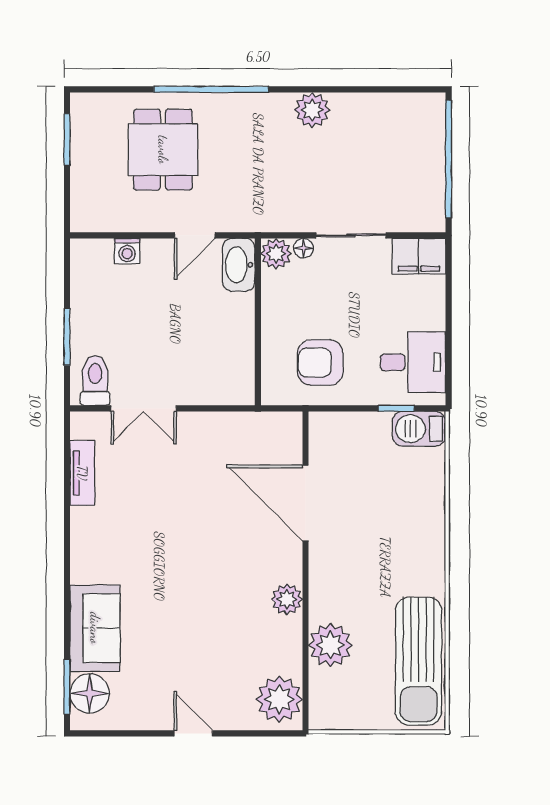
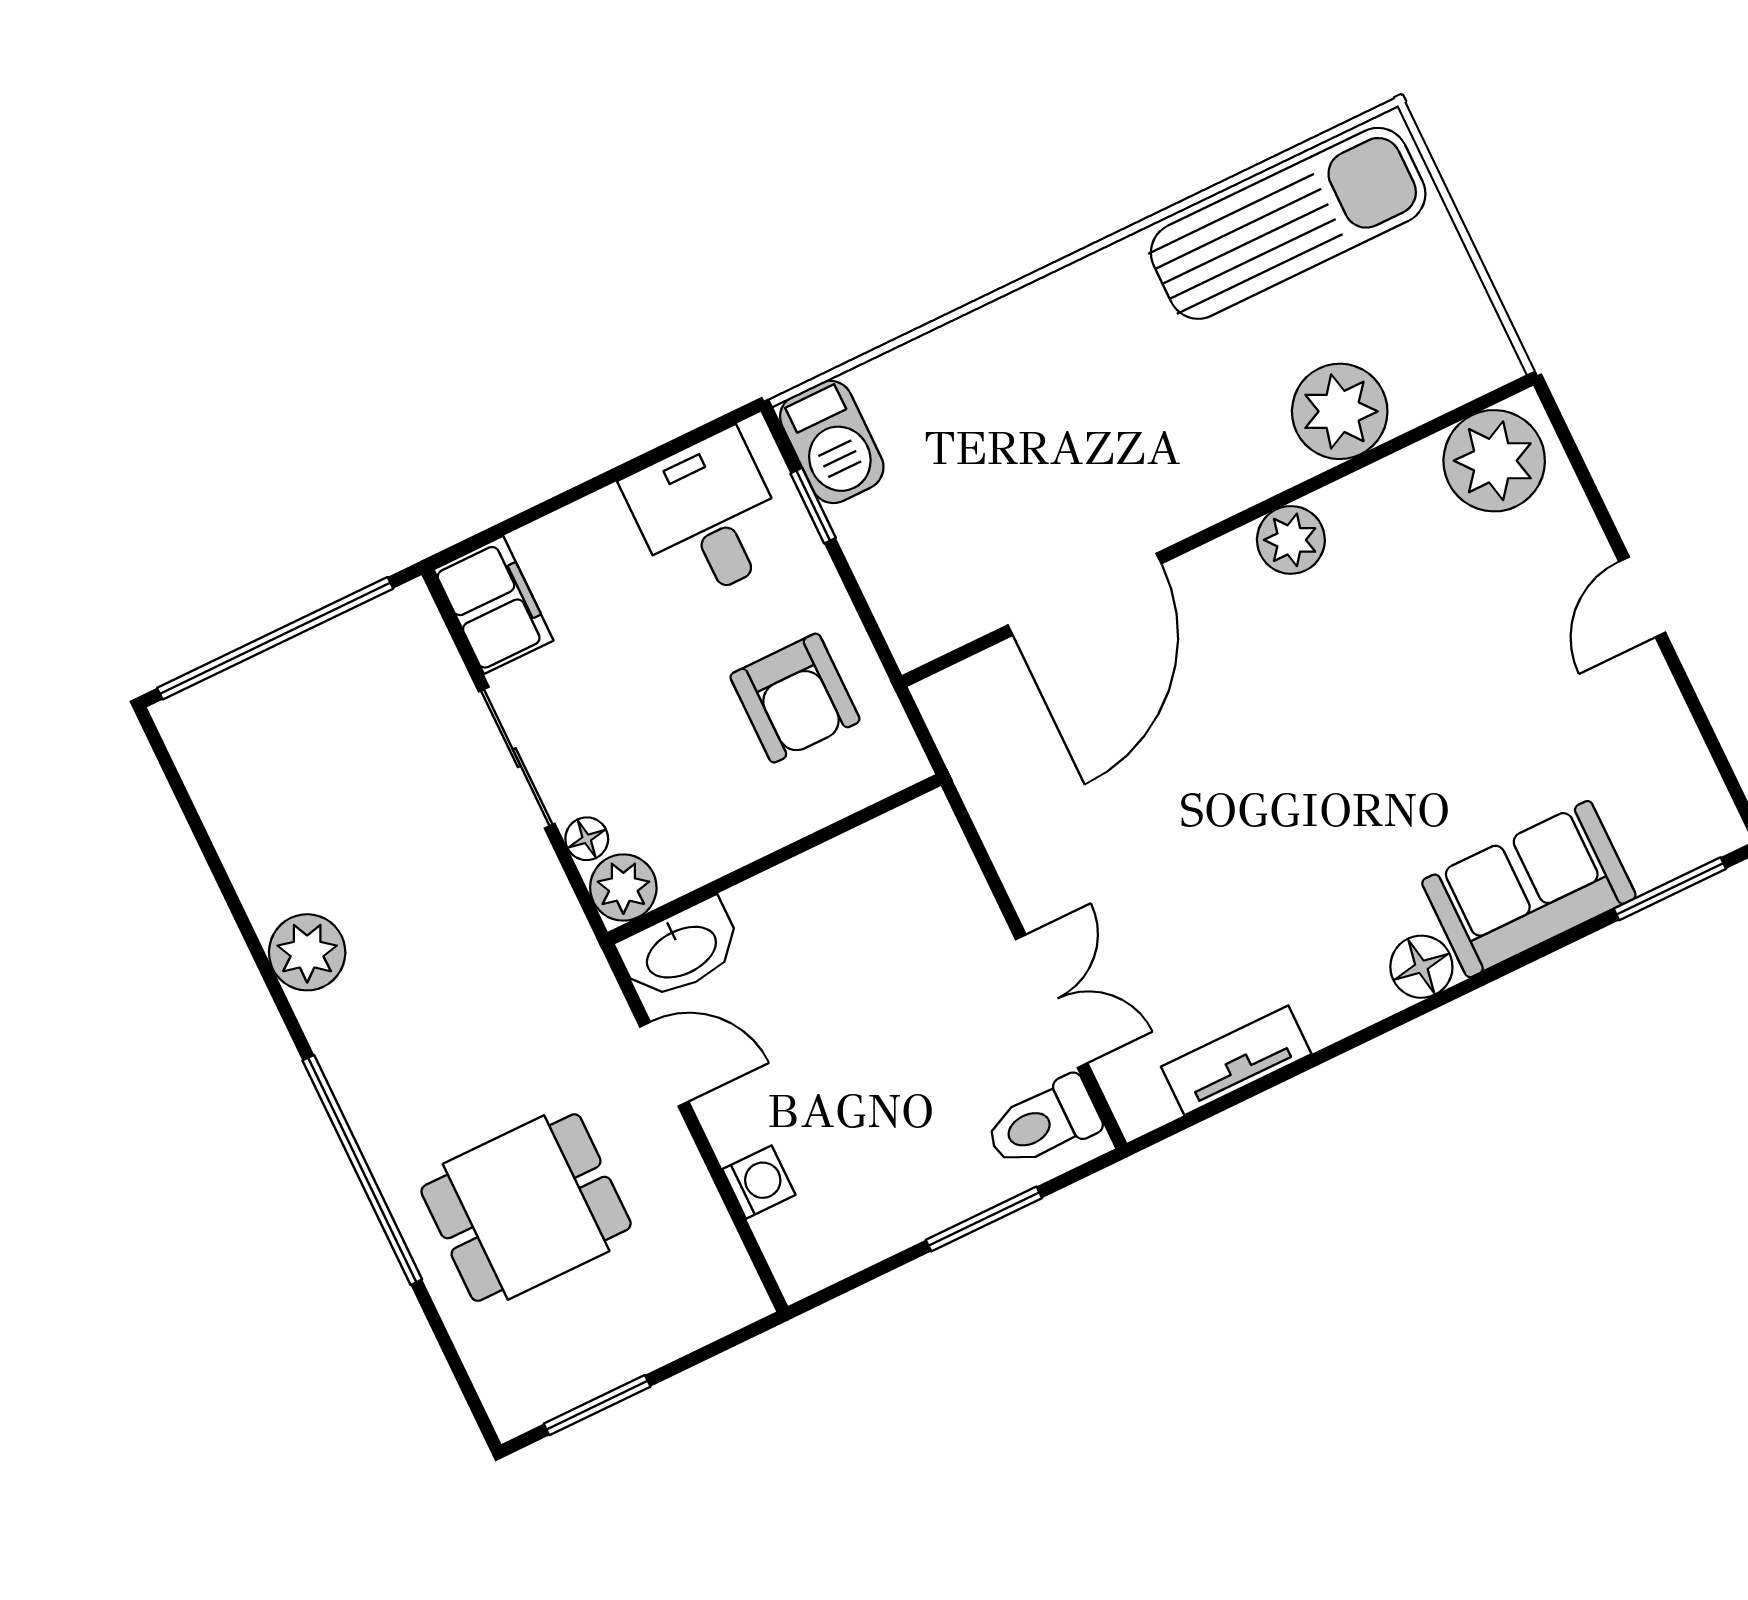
floor lamp: (90, 693) -> (1421, 967), moved, width x0.73, depth x0.73

